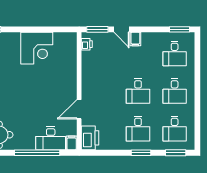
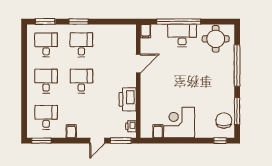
door: (122, 29) -> (97, 141), swing flipped
filing cabinet: (59, 39) -> (158, 131), added
filing cabinet: (135, 39) -> (71, 131), moved
desk: (51, 138) -> (182, 35), moved
printer: (90, 138) -> (128, 99), moved

